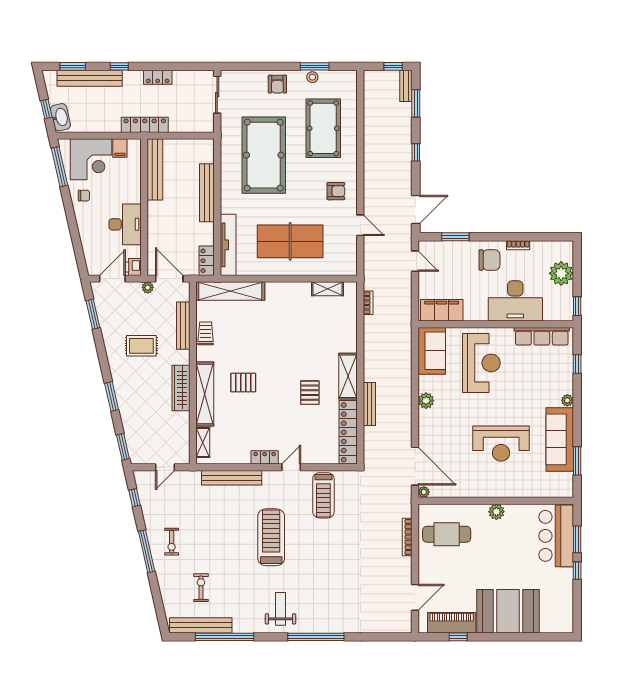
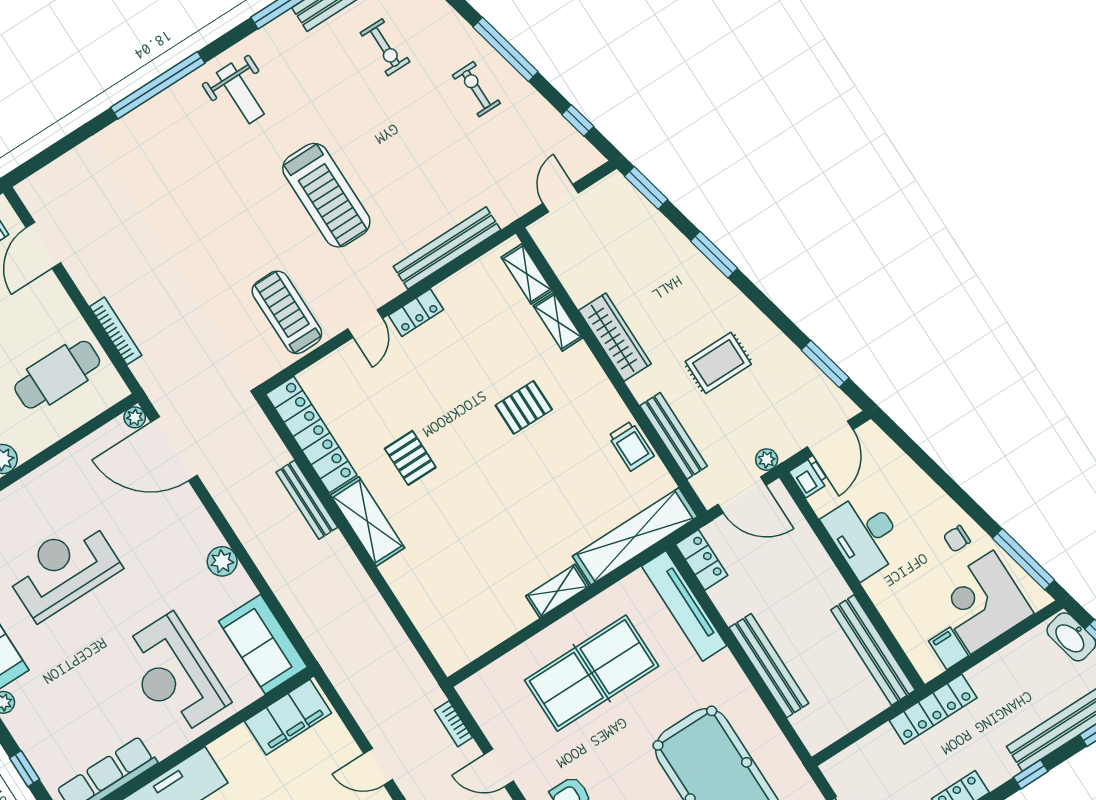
shelving: (328, 289) -> (557, 591), moved
bookcase: (368, 303) -> (454, 724), moved
shelving: (205, 394) -> (558, 322), width x0.45, depth x0.75

